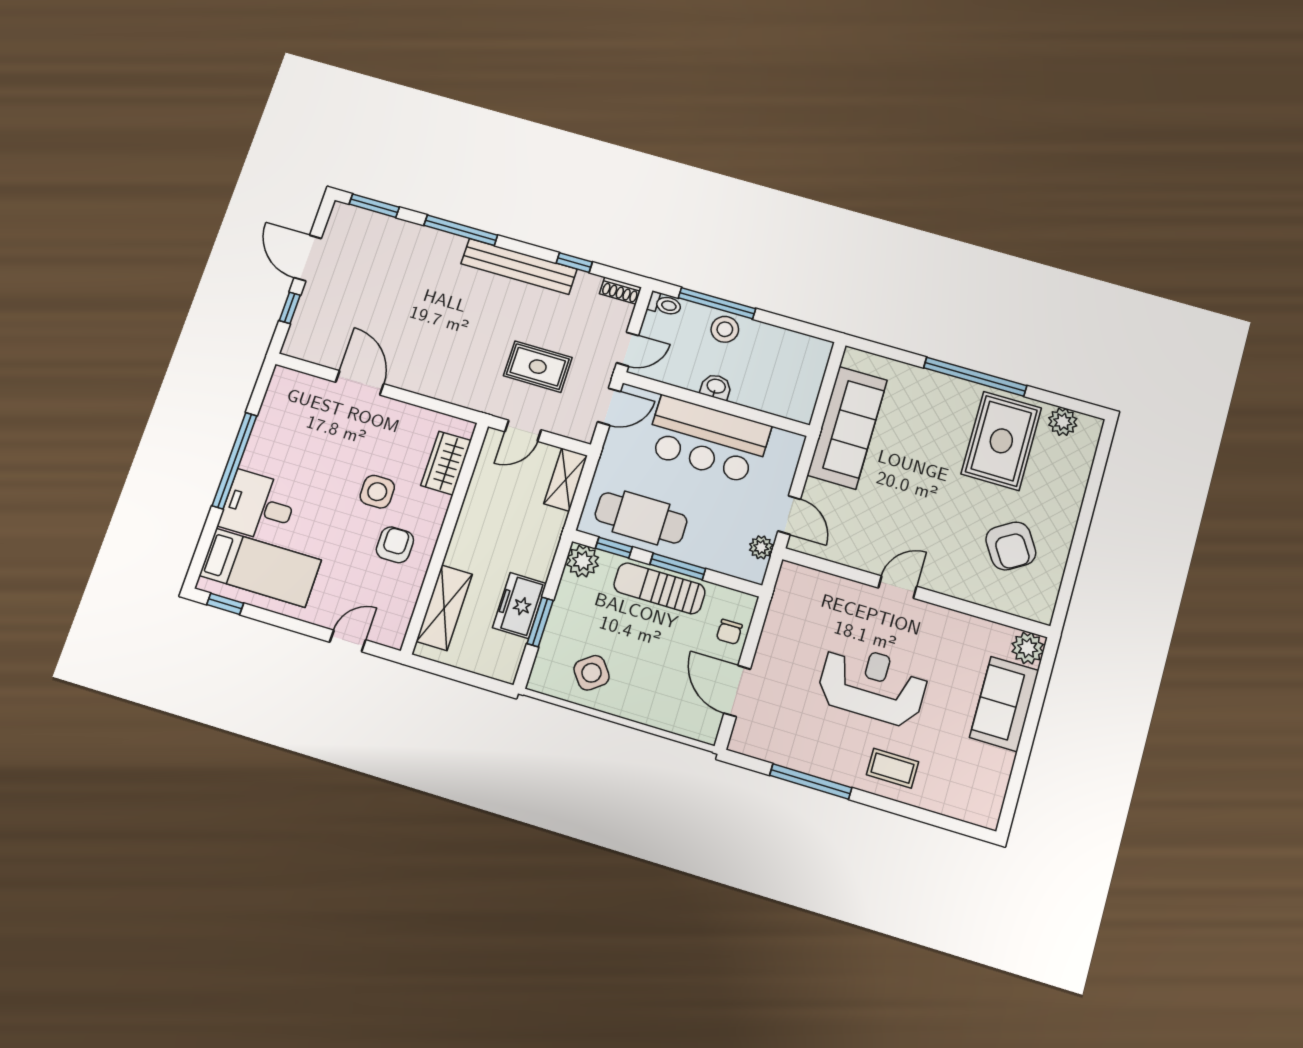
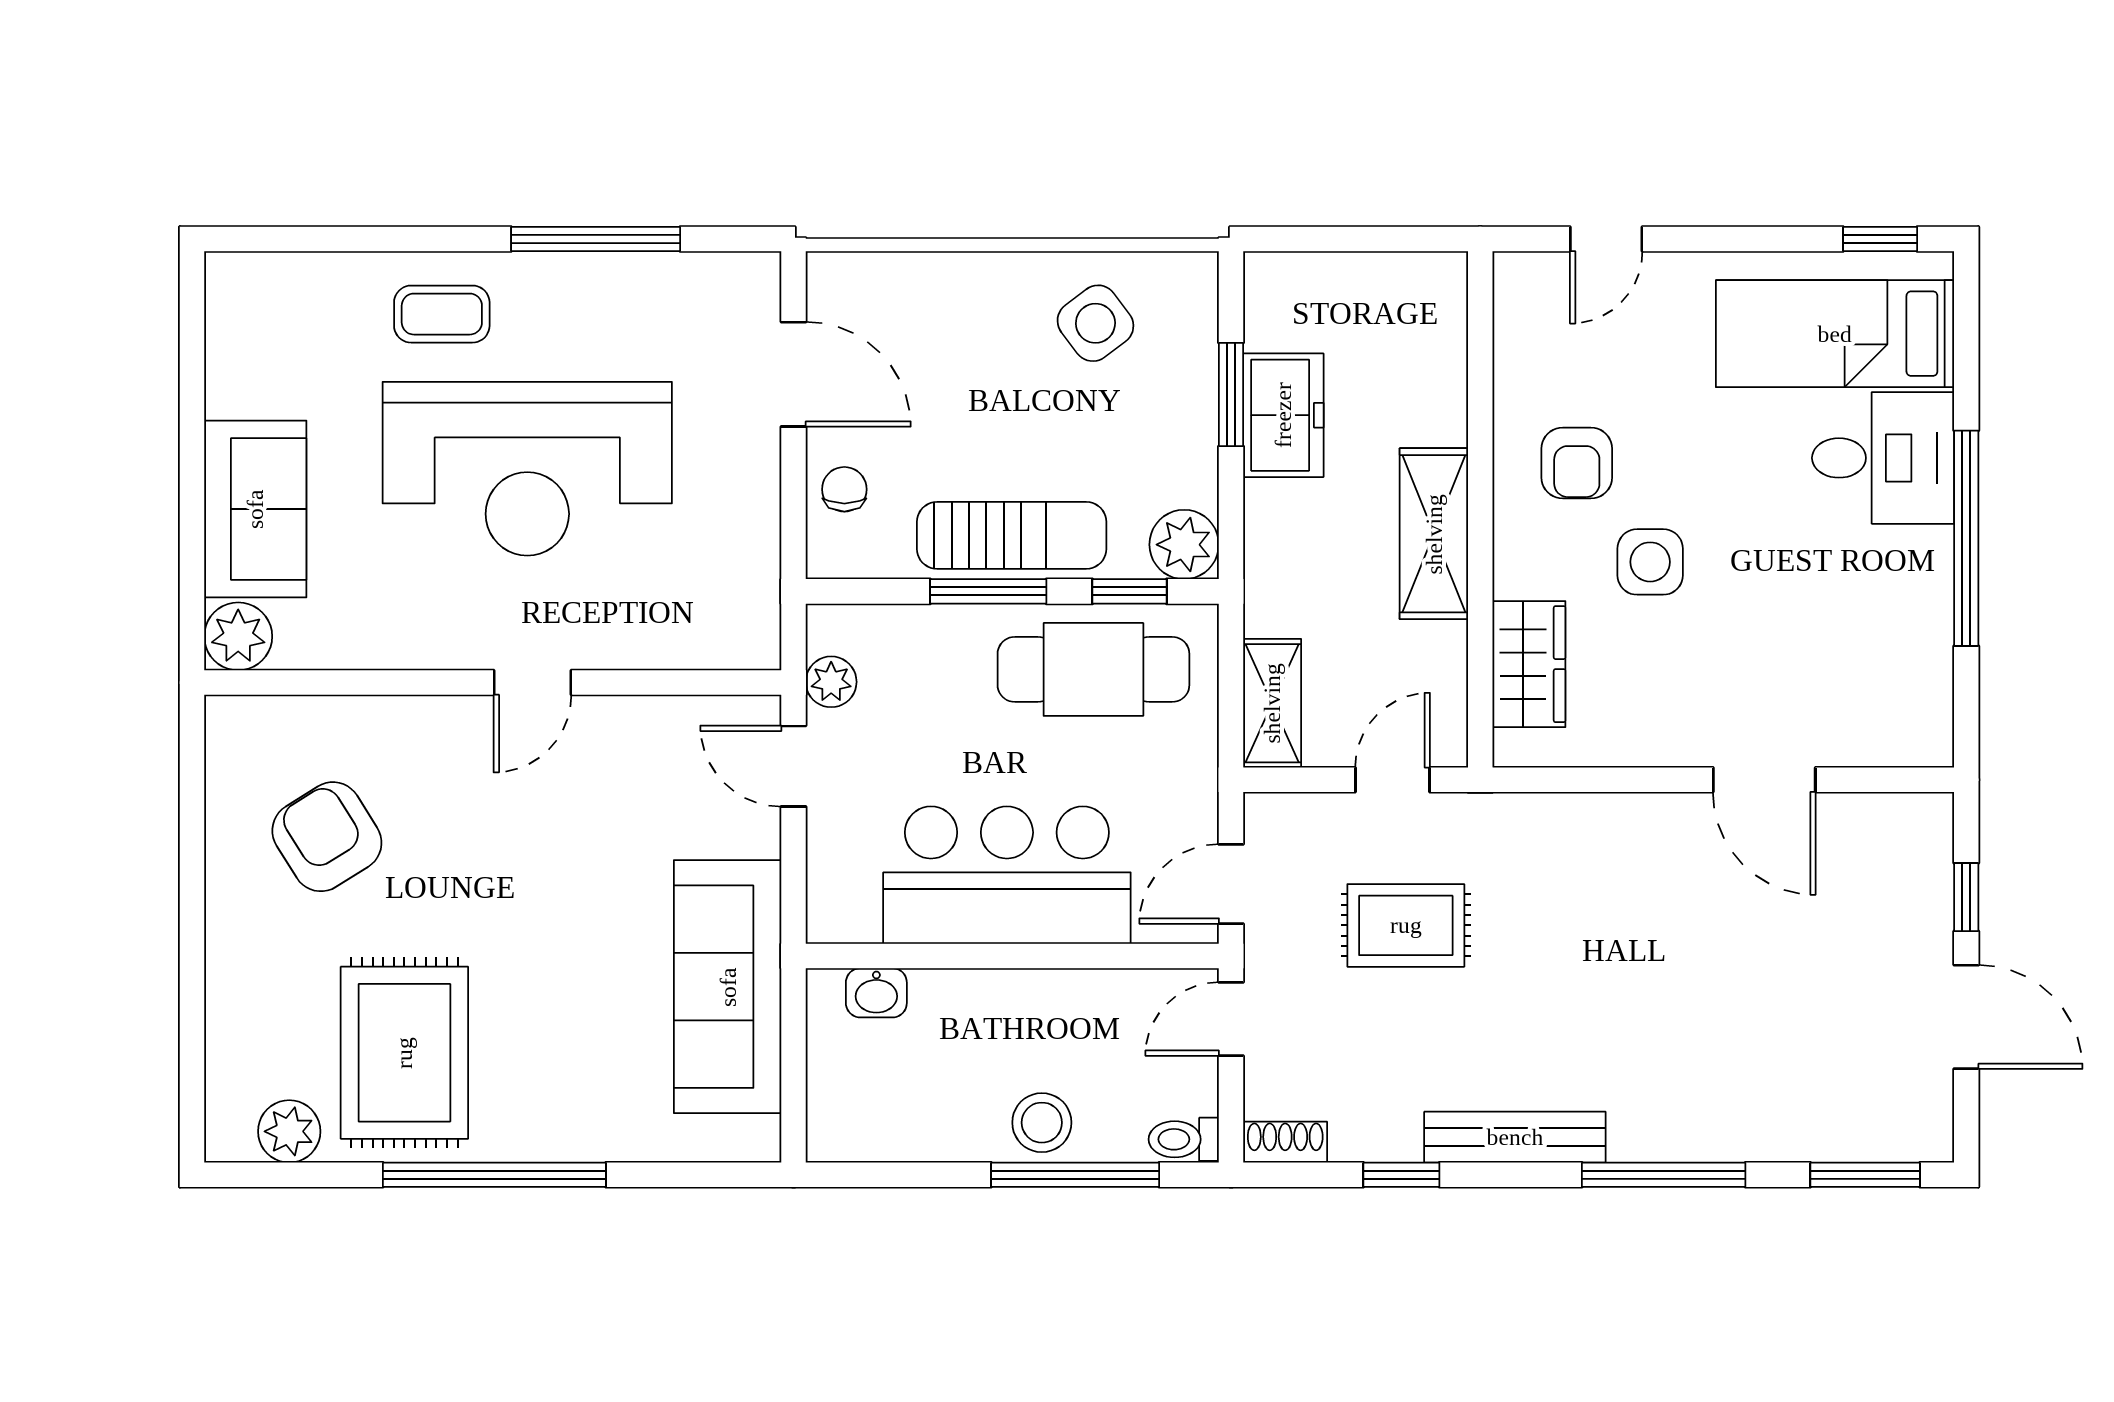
bench: (519, 266) -> (1515, 1137), width x0.73, depth x0.82
washbasin: (716, 387) -> (876, 993), moved
shelving: (444, 608) -> (1434, 534), moved
reception desk: (873, 685) -> (527, 469), width x1.36, depth x1.30

